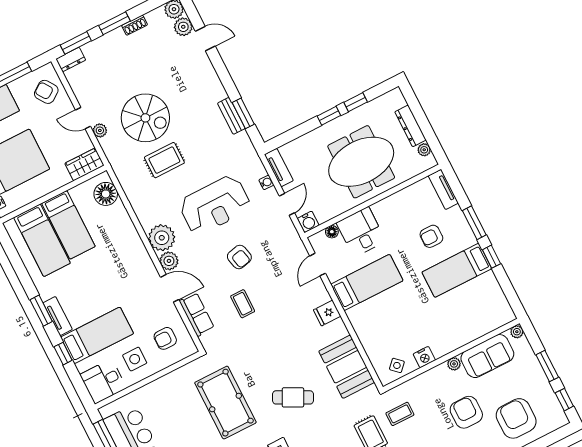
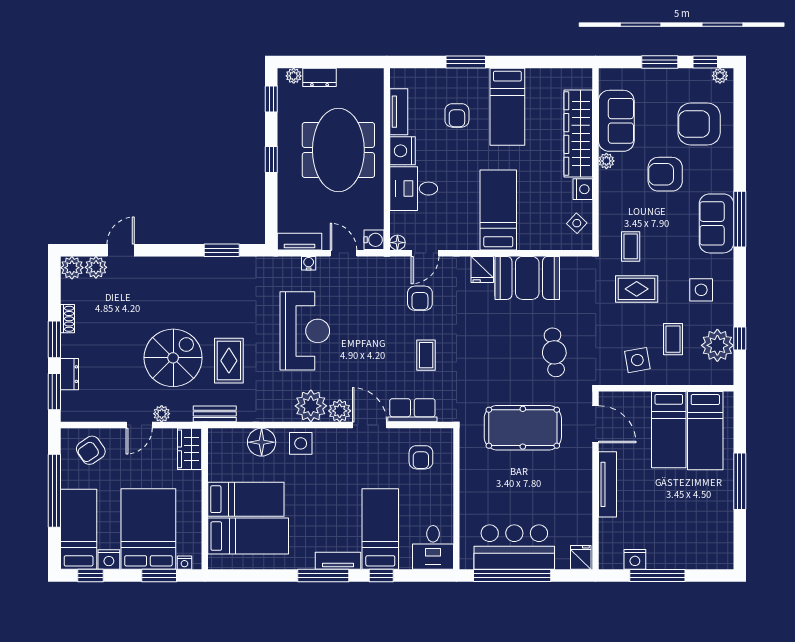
dresser: (71, 60) -> (69, 374), moved
window: (356, 102) -> (271, 99), moved
bench: (231, 116) -> (215, 414), moved
dresser: (410, 126) -> (320, 77), width x0.70
plant: (424, 150) -> (294, 76), moved
tv unit: (443, 189) -> (399, 112), moved, turned -90
floor lamp: (106, 194) -> (262, 442), moved
nightstand: (385, 209) -> (403, 151), added
floor lamp: (332, 232) -> (397, 243), moved
armchair: (239, 257) -> (420, 298), moved, turned 103
window: (491, 257) -> (512, 62), removed
door: (318, 265) -> (425, 253), hinge flipped
bed: (367, 282) -> (498, 210), moved
door: (170, 288) -> (370, 425), hinge flipped
coffee table: (243, 304) -> (426, 355), turned 90
window: (41, 311) -> (323, 575), width x1.44
plant: (517, 332) -> (720, 76), moved
wardrobe: (464, 333) -> (578, 134), added
side table: (135, 359) -> (301, 443), moved
booth: (347, 367) -> (527, 278), moved
cafe table: (293, 397) -> (554, 352), turned -33

